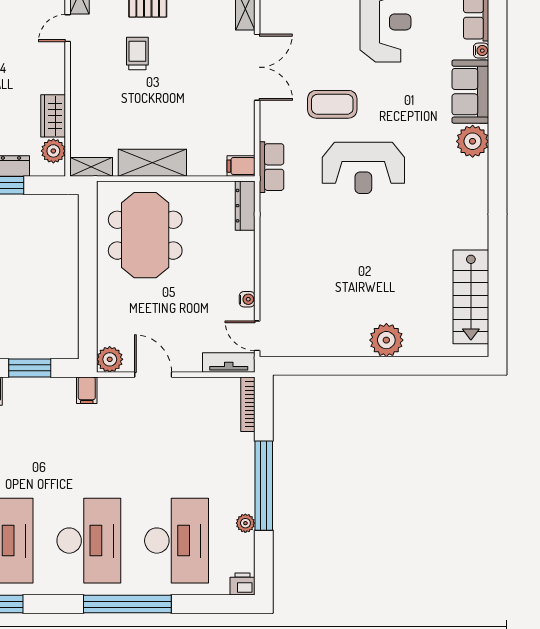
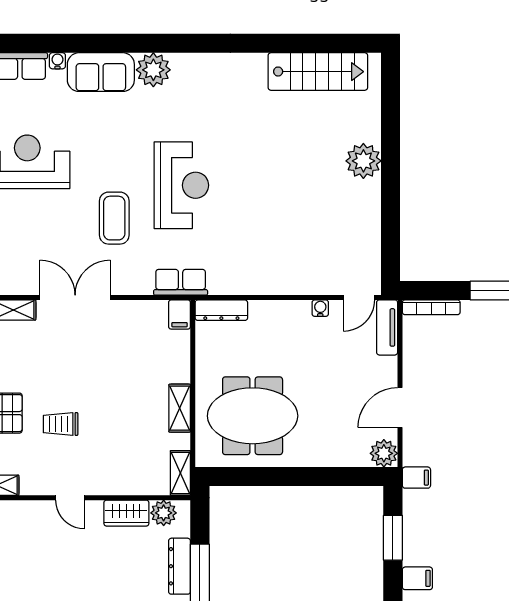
door: (68, 28) -> (70, 498), moved
shelving: (152, 163) -> (180, 408), width x0.67, depth x0.75

